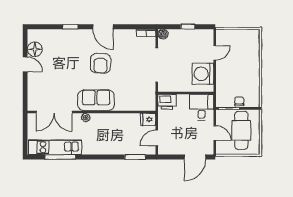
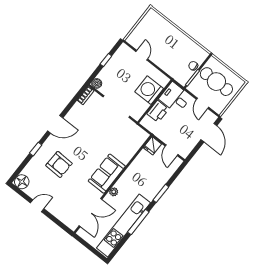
floor lamp: (35, 49) -> (22, 182), moved
armchair: (100, 63) -> (59, 164), moved
washing machine: (203, 74) -> (149, 90), moved, turned 90
printer: (167, 102) -> (158, 111), moved
door: (215, 133) -> (203, 103), swing flipped
kitchen unit: (55, 147) -> (124, 225), width x1.36
window: (60, 157) -> (138, 222), moved
window: (135, 157) -> (161, 193), moved

